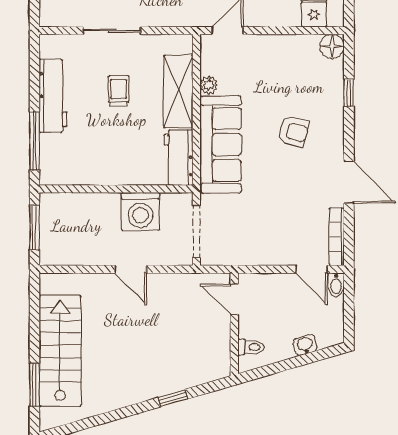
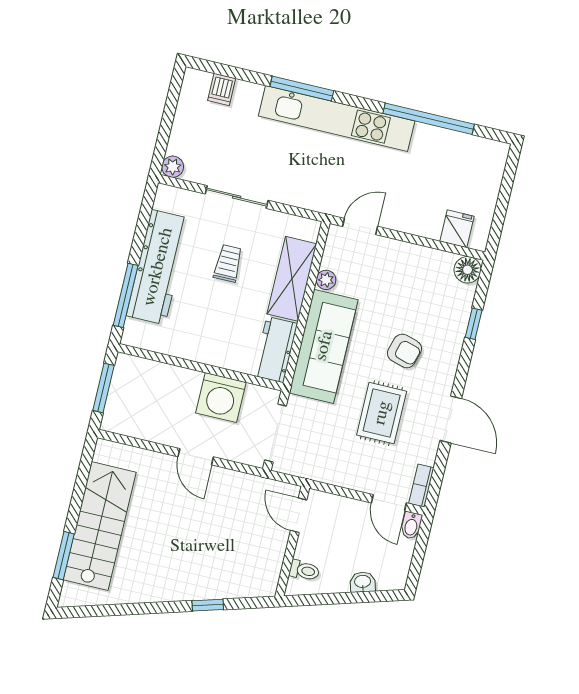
plant: (49, 17) -> (173, 167), added
workbench: (53, 96) -> (158, 267), width x1.36, depth x1.32
rug: (286, 191) -> (382, 413), added
bookcase: (337, 237) -> (421, 486), width x0.64

